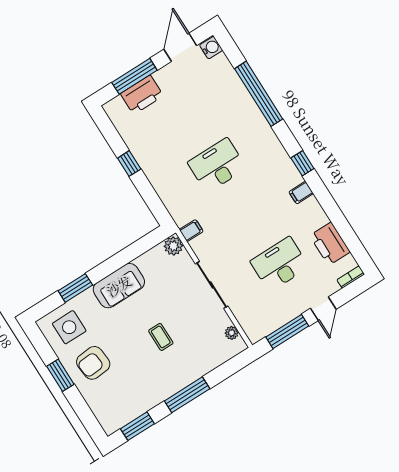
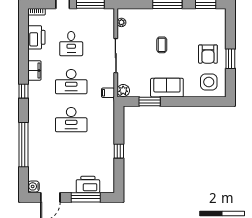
filing cabinet: (301, 193) -> (34, 70), width x2.00
desk: (248, 215) -> (71, 82), added
desk: (280, 264) -> (71, 44), width x0.73
window: (75, 288) -> (150, 101), moved
armchair: (93, 363) -> (208, 54), turned 95

